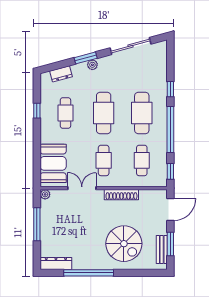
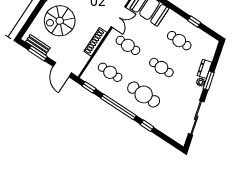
dresser: (61, 74) -> (205, 69), moved
cafe table: (104, 113) -> (161, 68), width x0.73, depth x0.74

